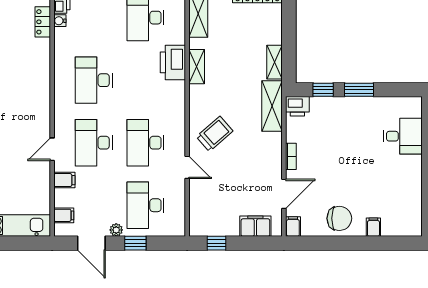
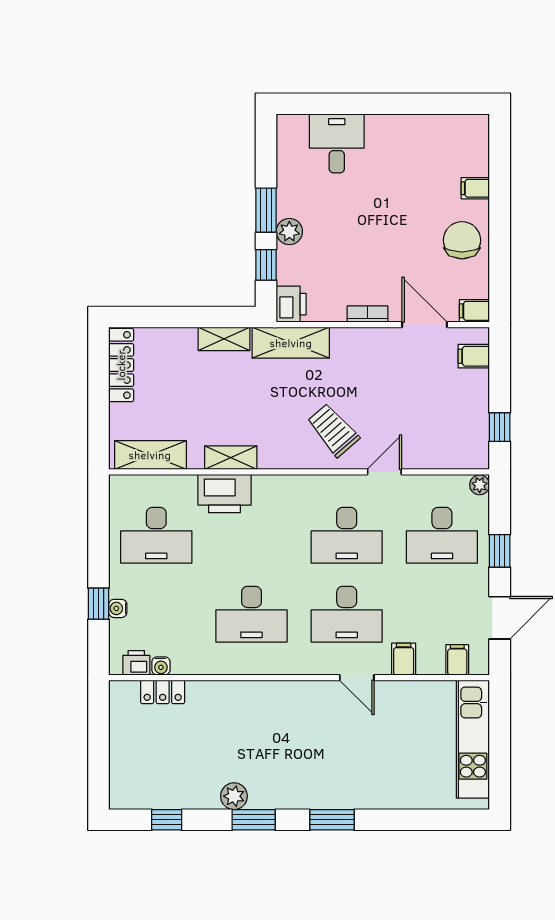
plant: (345, 105) -> (289, 232), added
filing cabinet: (255, 226) -> (474, 356), width x0.50
plant: (116, 230) -> (480, 485), moved

